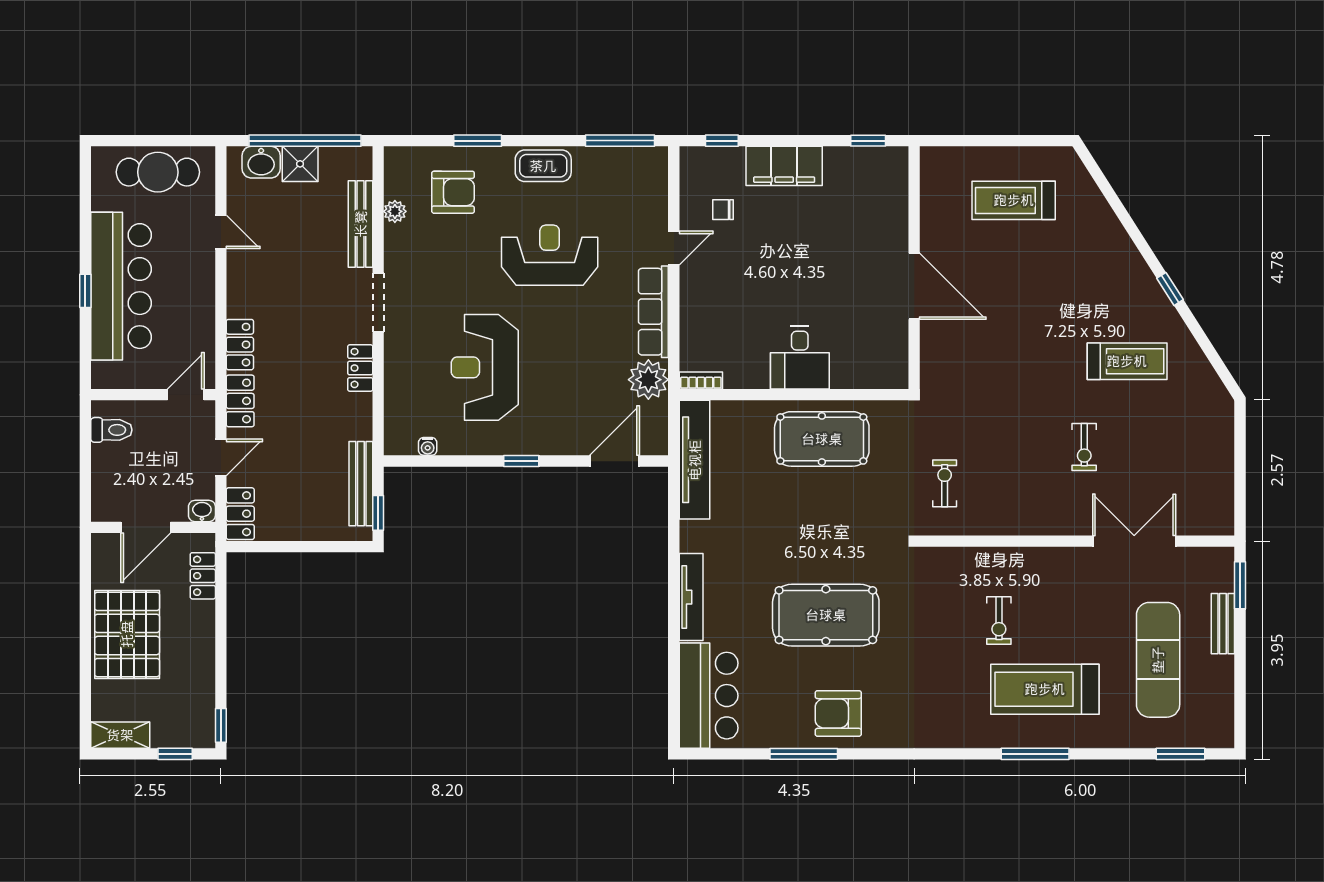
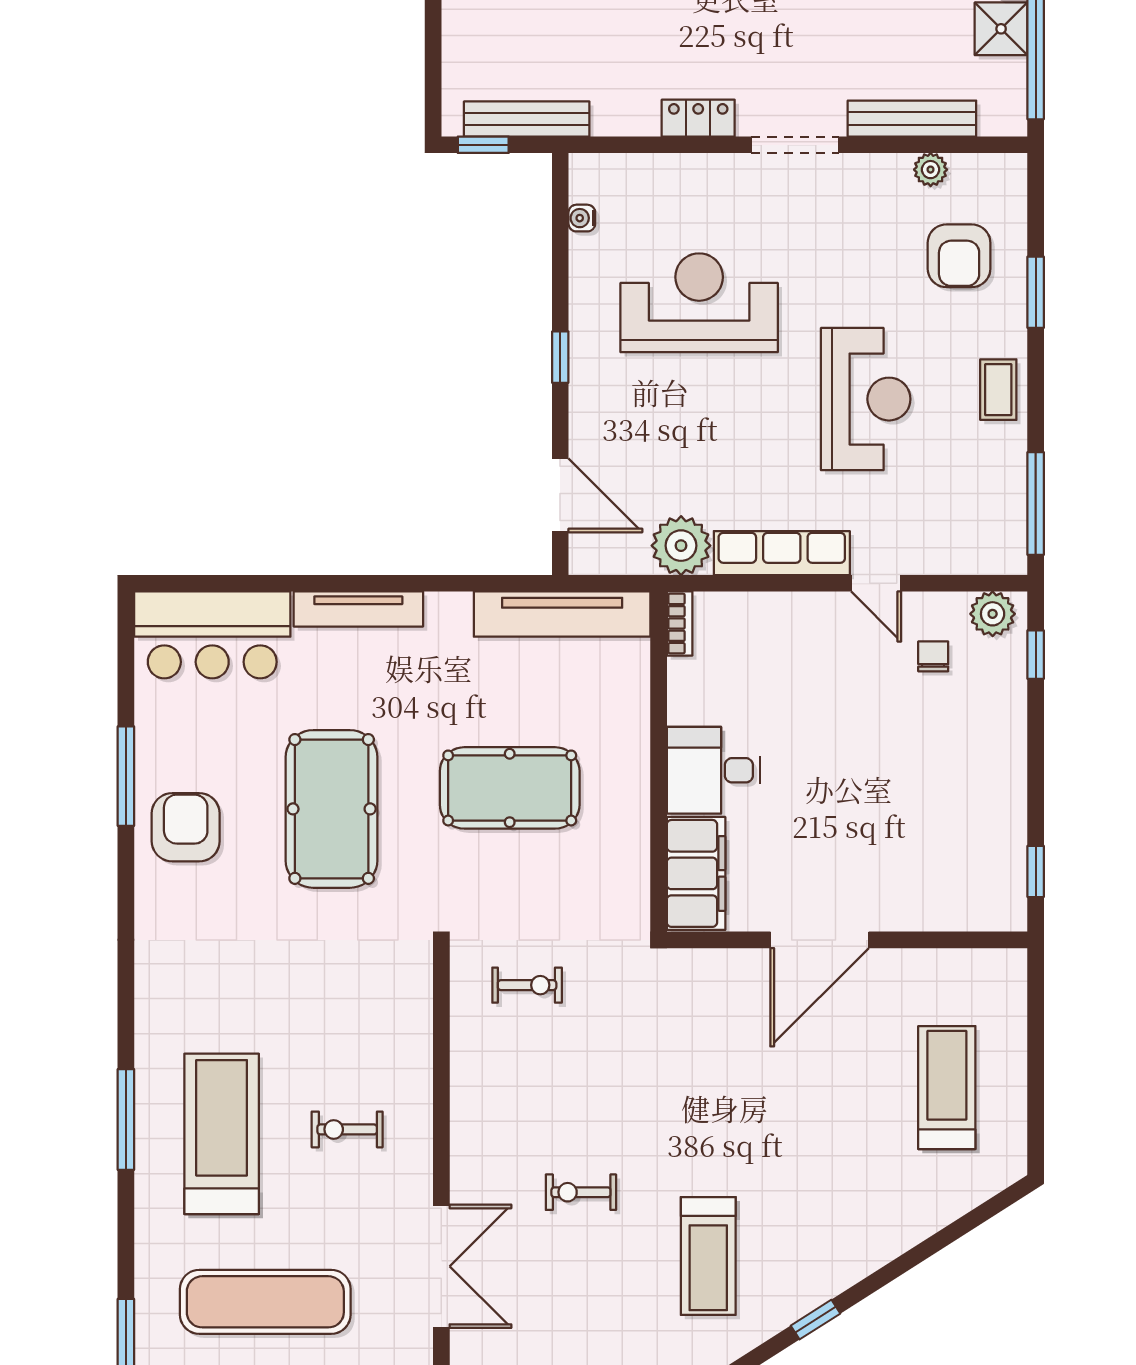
coffee table: (543, 166) -> (998, 390), width x0.73, depth x0.77
filing cabinet: (784, 166) -> (696, 873), moved, turned 180
plant: (694, 170) -> (993, 614), added
pool table: (822, 439) -> (510, 788), moved, turned 90
exercise bike: (999, 621) -> (347, 1129), moved

